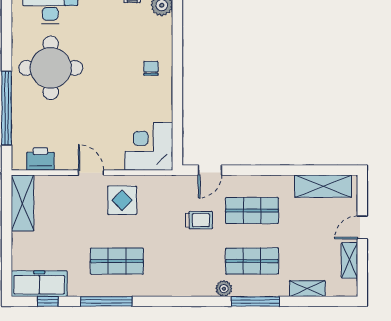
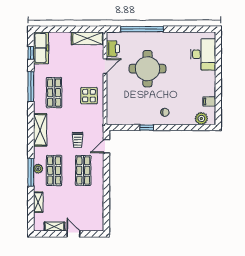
round table: (51, 68) -> (147, 69), moved
window: (177, 100) -> (147, 128), added
corner desk: (149, 146) -> (120, 111), removed
door: (210, 170) -> (106, 146), hinge flipped
door: (91, 173) -> (105, 66), moved
shelving: (323, 186) -> (40, 130), moved
plant: (224, 289) -> (38, 169), moved

